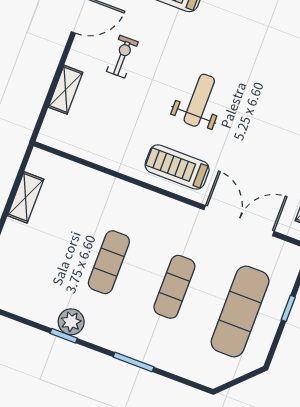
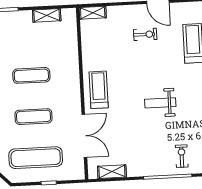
shelving: (66, 90) -> (93, 13), moved
weight bench: (199, 100) -> (160, 103), moved, turned 180

